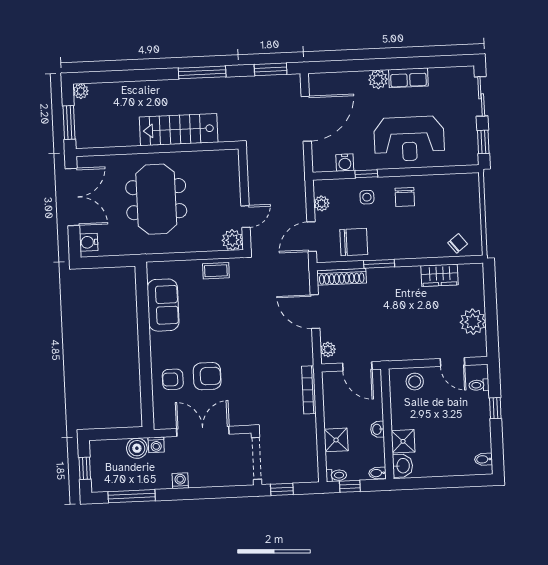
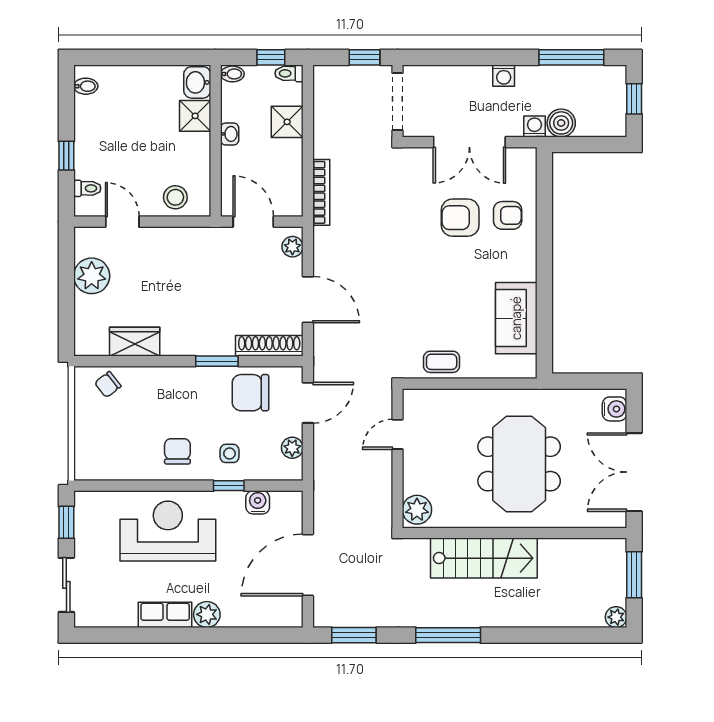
plant: (232, 240) -> (417, 510), moved

